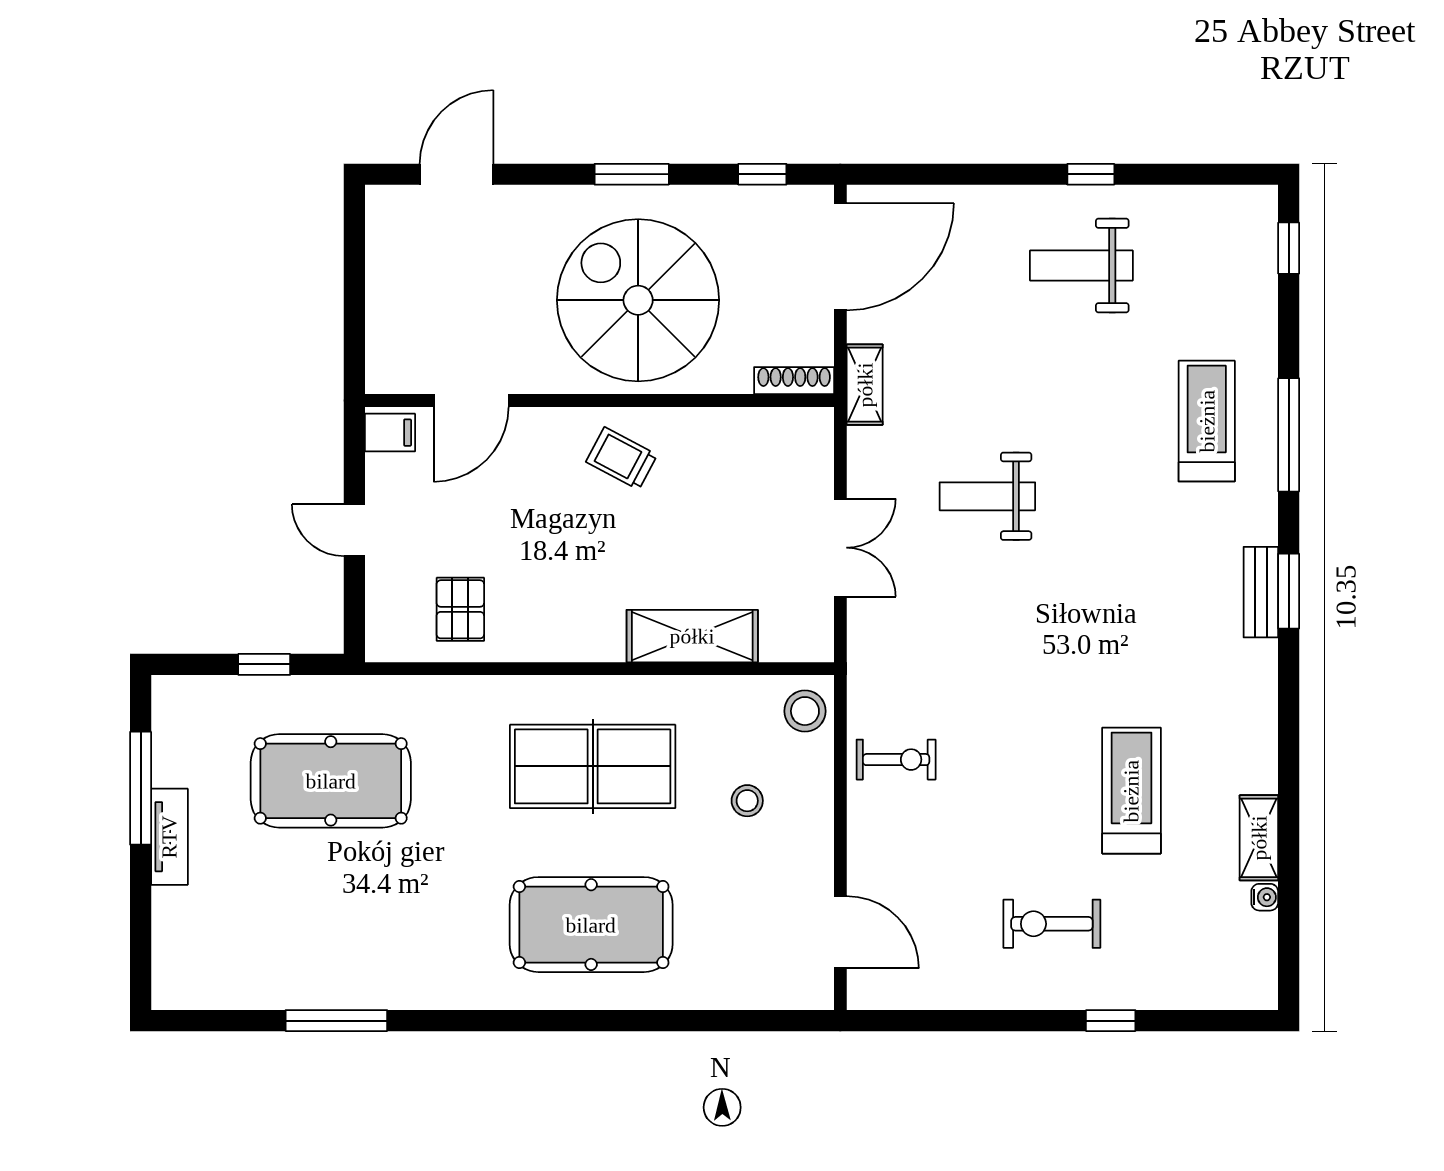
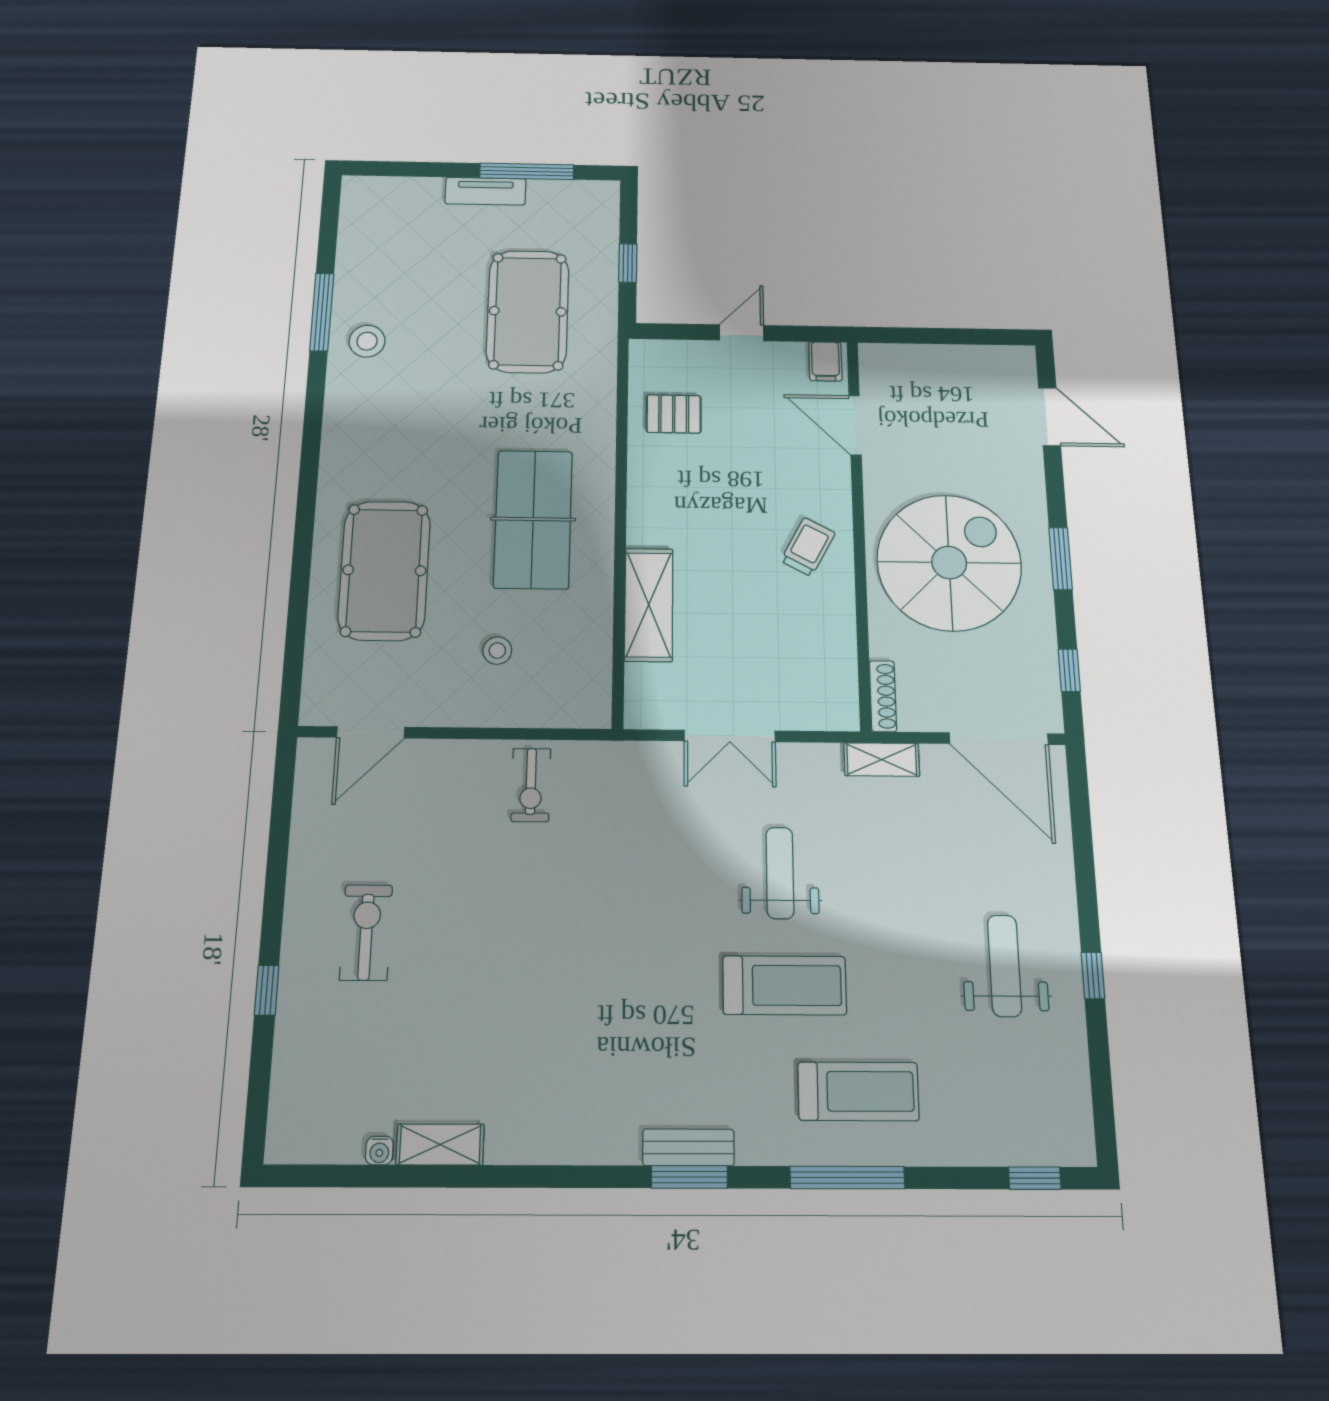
stool: (805, 711) -> (367, 341), moved
treadmill: (1131, 791) -> (784, 985), moved
pool table: (591, 925) -> (384, 570), moved

